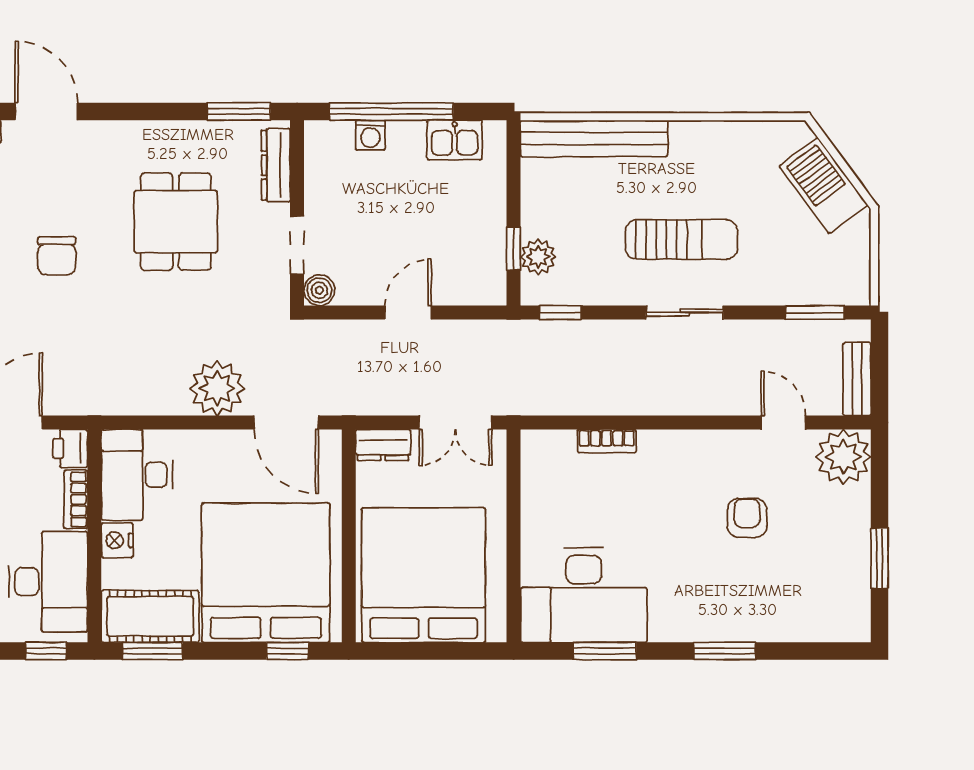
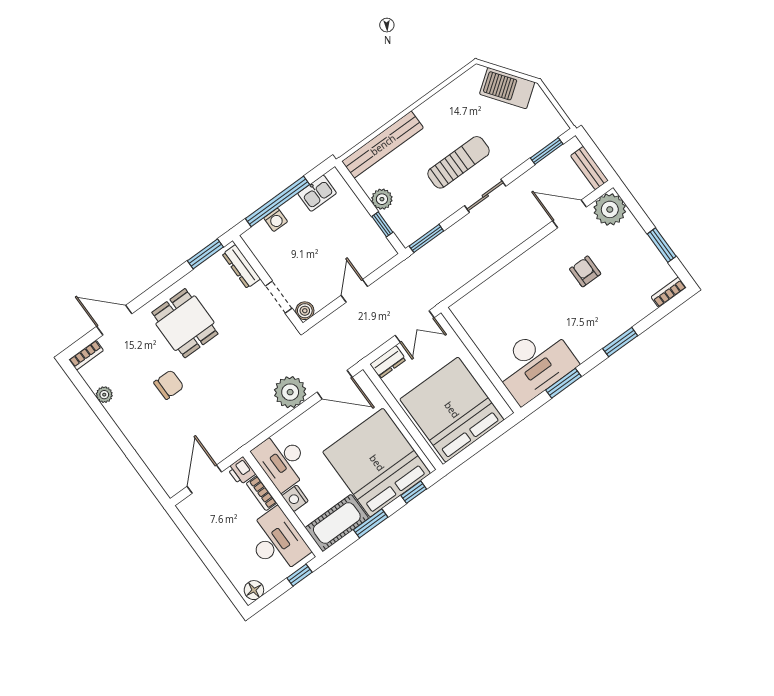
dining table: (176, 222) -> (185, 323), moved
chair: (57, 256) -> (169, 385), turned -90
plant: (538, 257) -> (382, 199), moved
window: (561, 313) -> (426, 238), width x1.50
door: (783, 423) -> (570, 214), width x1.38
bookcase: (607, 441) -> (669, 292), moved, turned 180
window: (152, 651) -> (371, 523), moved

